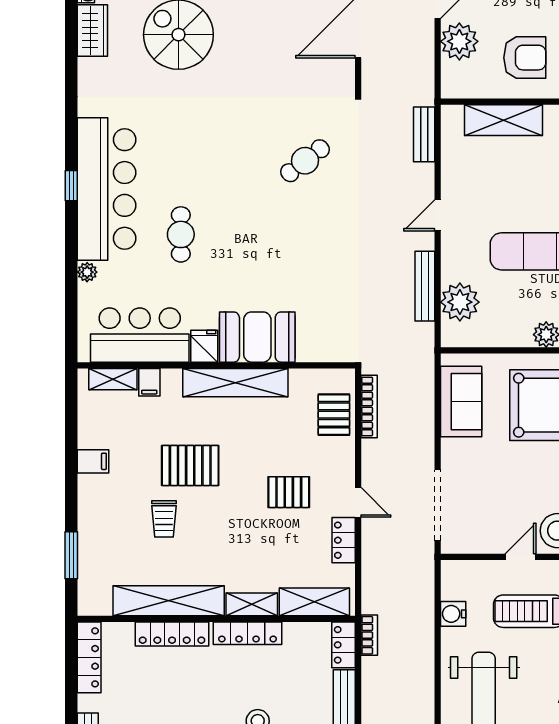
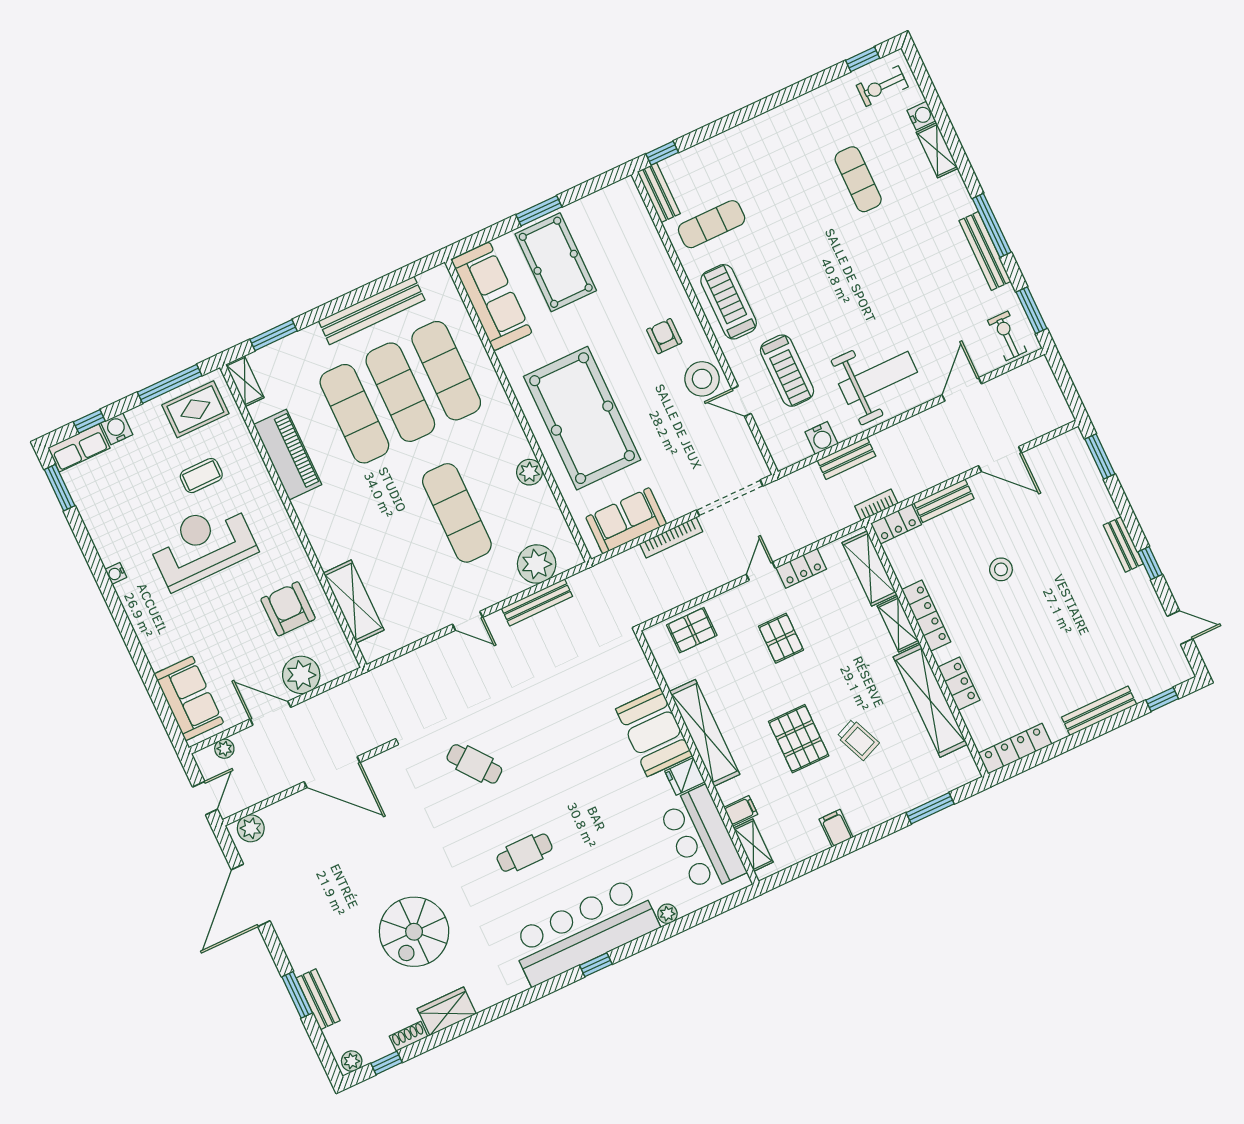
bench: (424, 134) -> (846, 458), moved
cafe table: (181, 234) -> (525, 853), moved
bookcase: (369, 406) -> (671, 538), moved, turned 180
trolley: (164, 519) -> (858, 740), turned 67
locker: (172, 634) -> (959, 684), width x0.66

